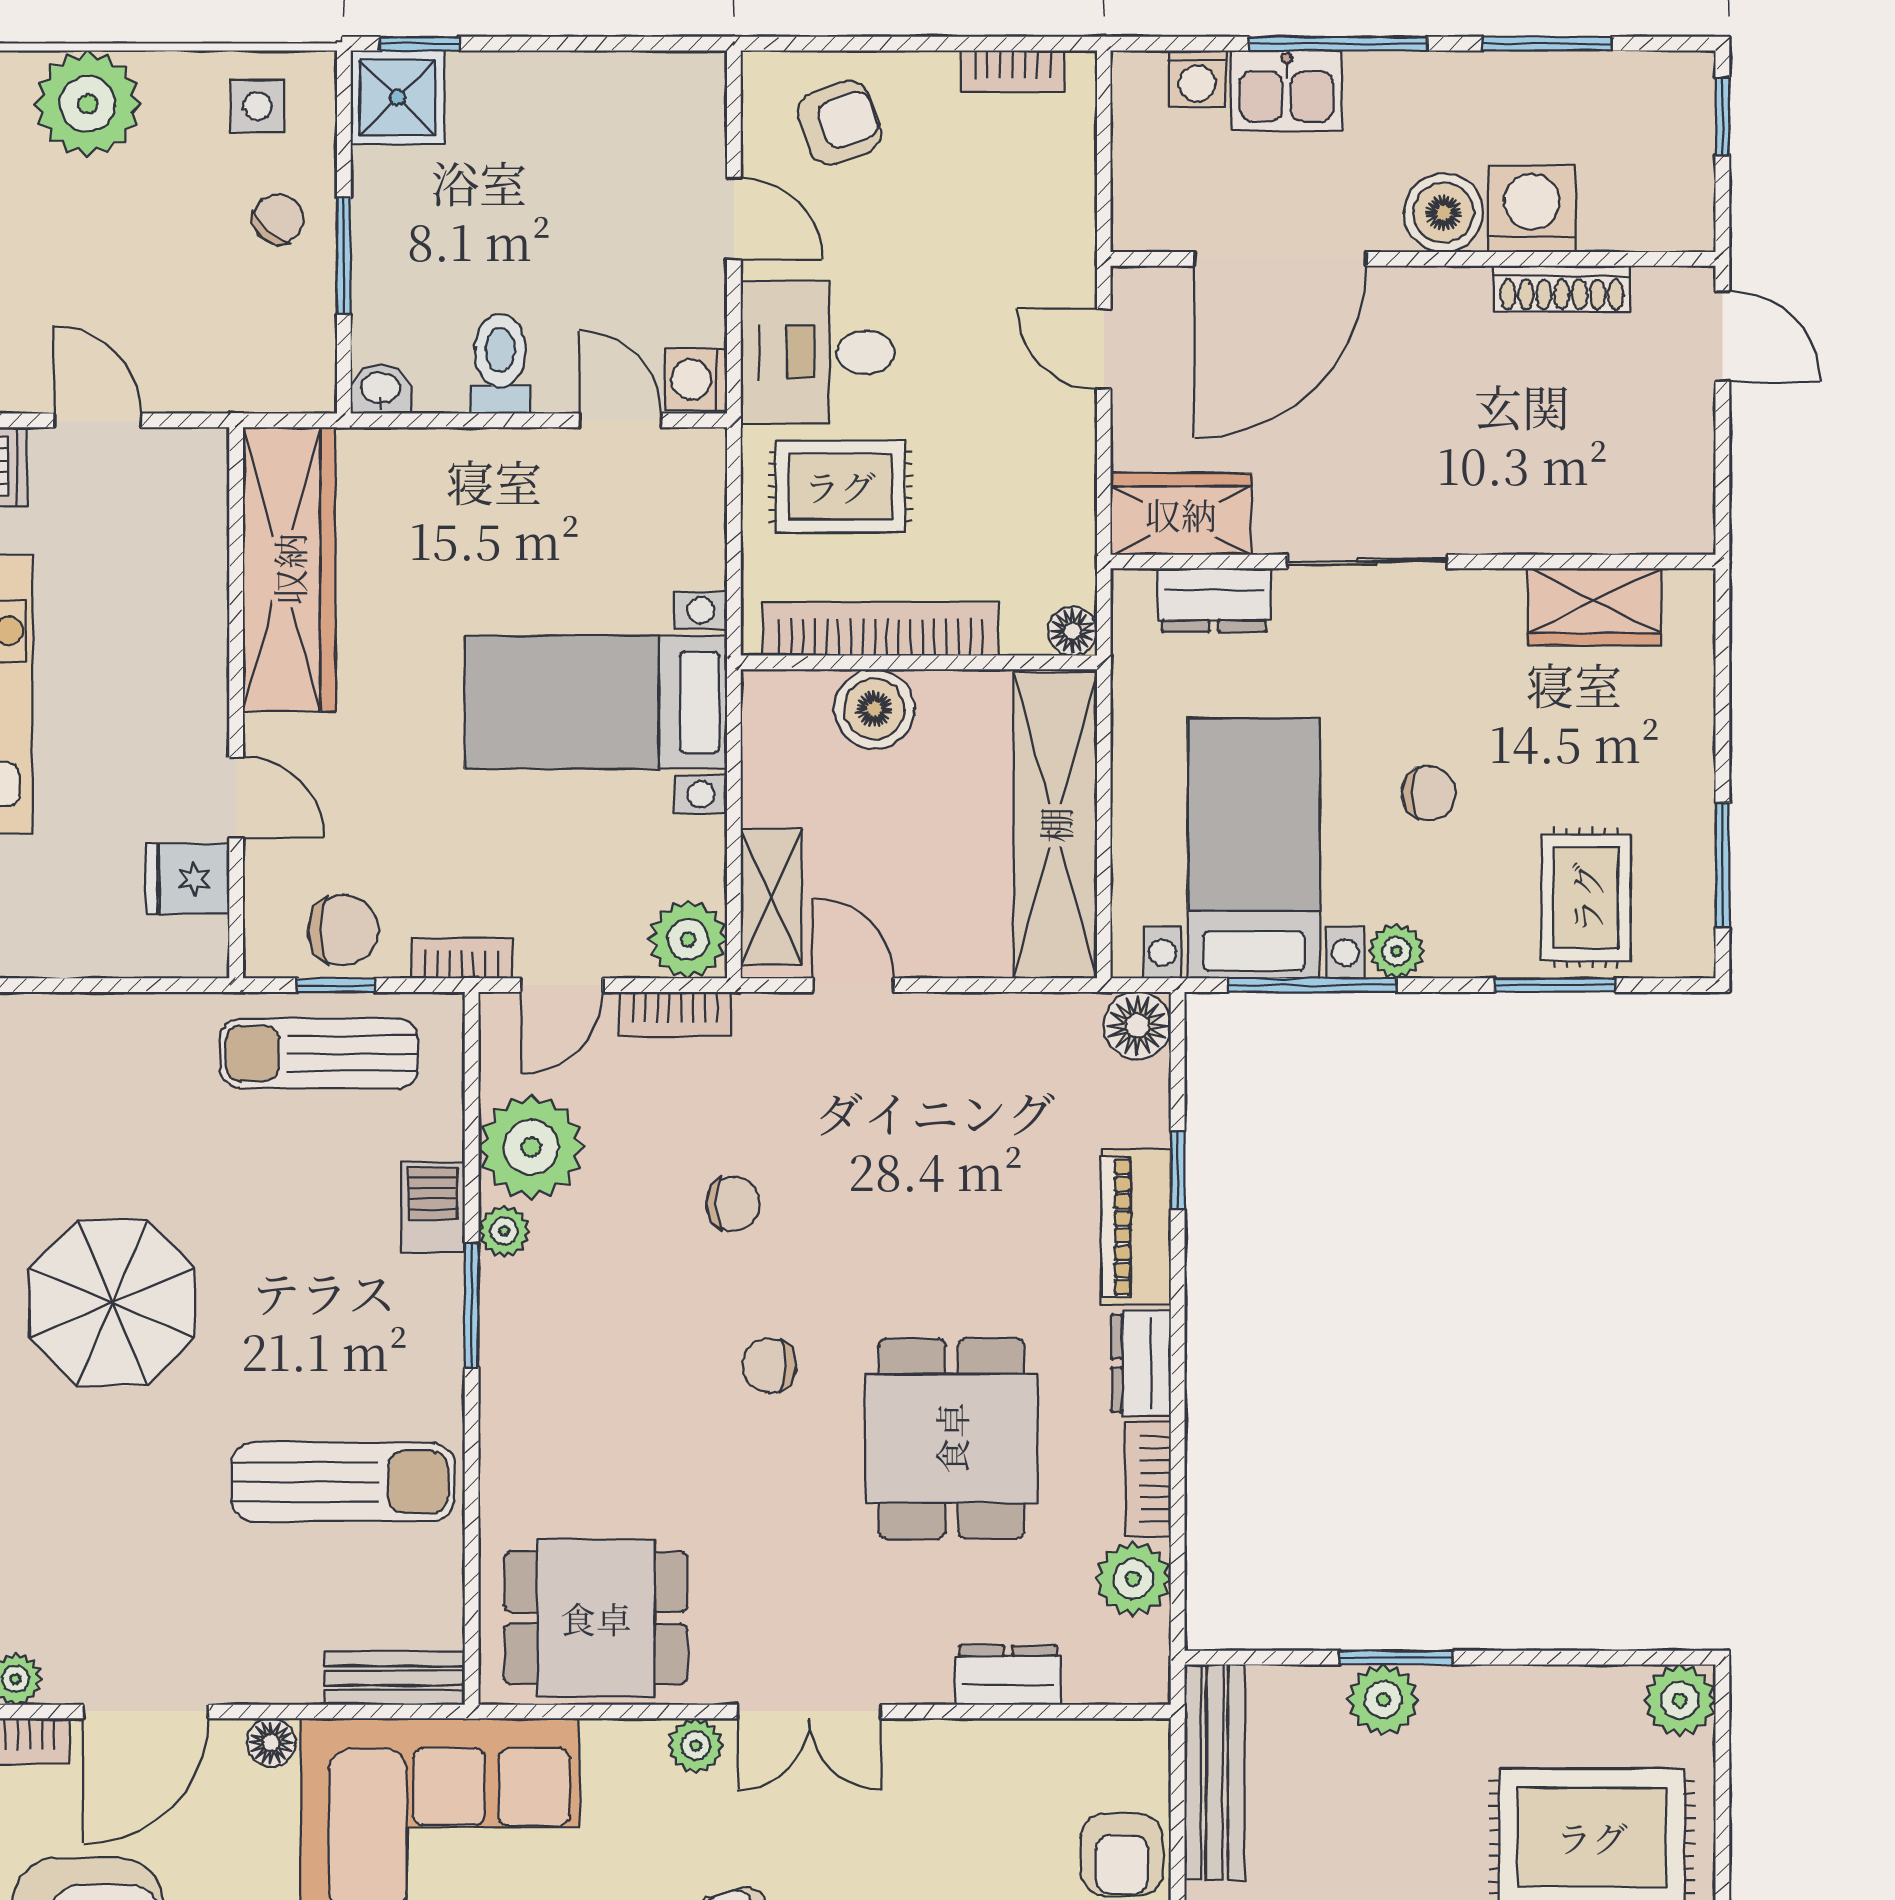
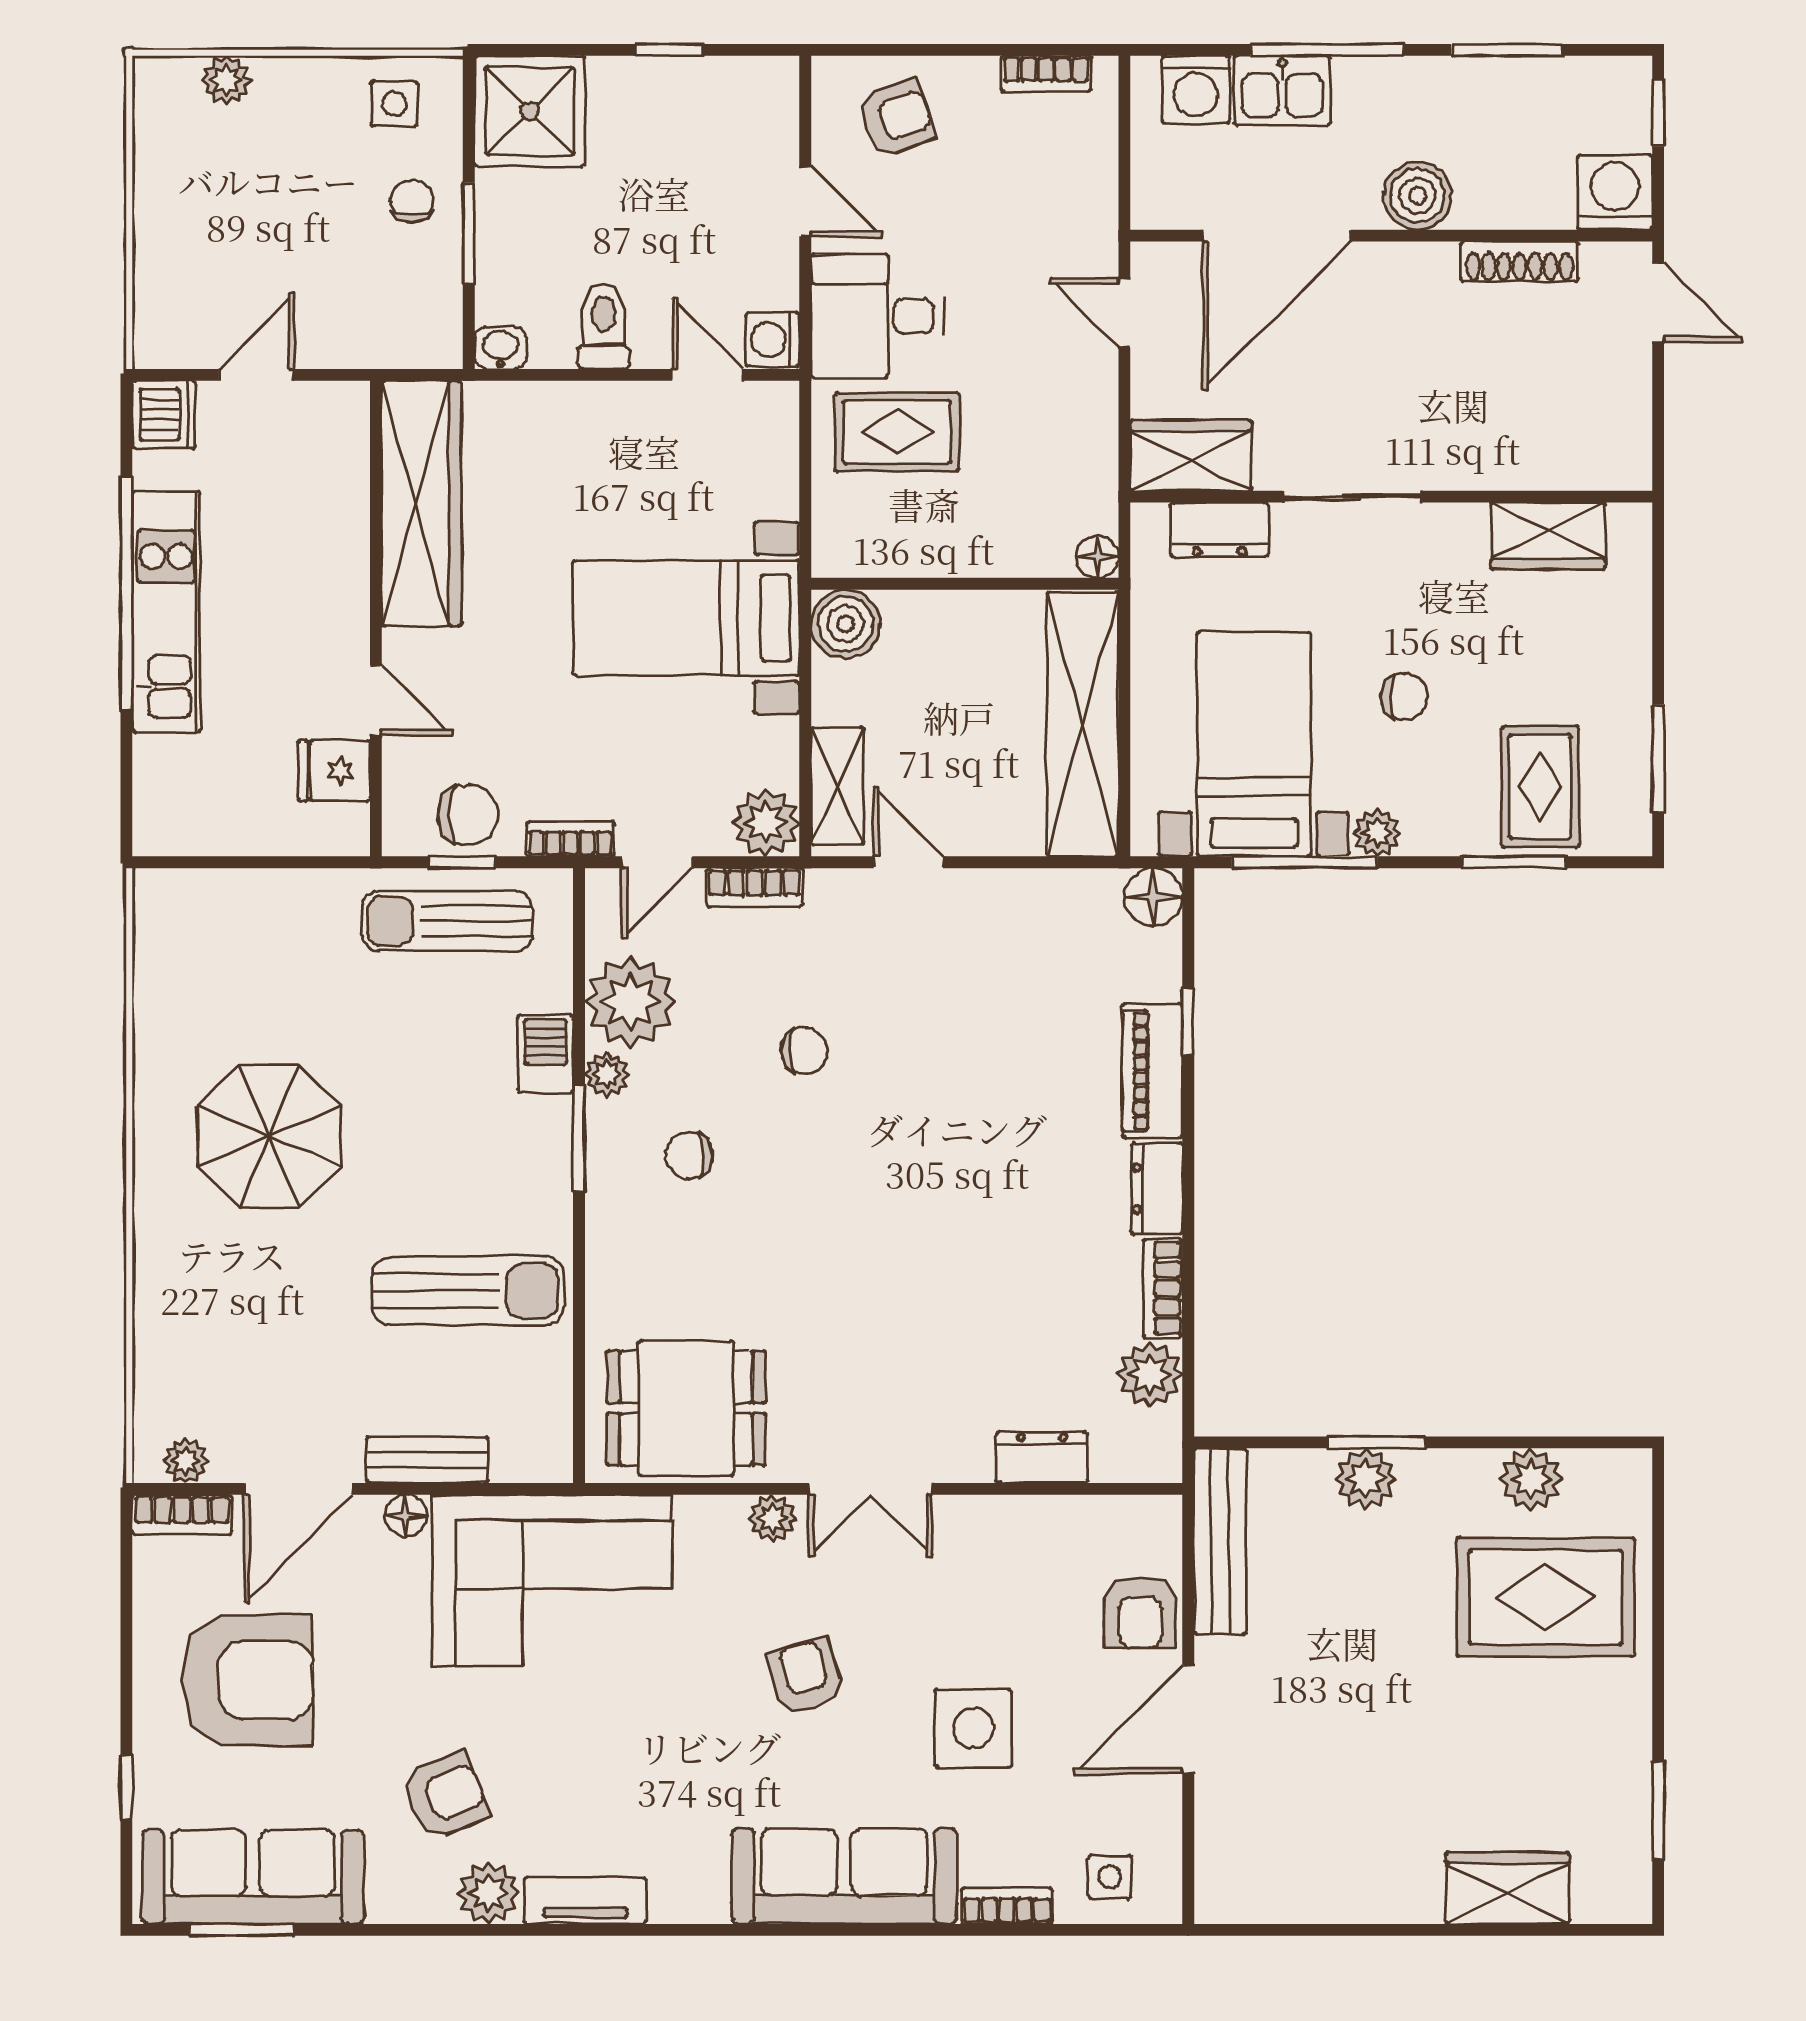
window: (420, 44) -> (669, 50), moved
washing machine: (1197, 79) -> (1196, 90), width x1.38, depth x1.38
shower: (397, 97) -> (530, 111), width x1.36, depth x1.36
plant: (88, 104) -> (226, 80), width x0.53, depth x0.53
washing machine: (1532, 209) -> (1615, 192), moved
chair: (278, 219) -> (412, 201), turned -41
door: (98, 420) -> (256, 375), hinge flipped
bookcase: (881, 629) -> (932, 555), removed
boiler: (874, 709) -> (845, 624), moved
chair: (769, 1365) -> (689, 1155), moved
dining table: (951, 1438) -> (993, 1253), removed
bench: (394, 1678) -> (428, 1460), moved
plant: (1680, 1700) -> (1531, 1479), moved

